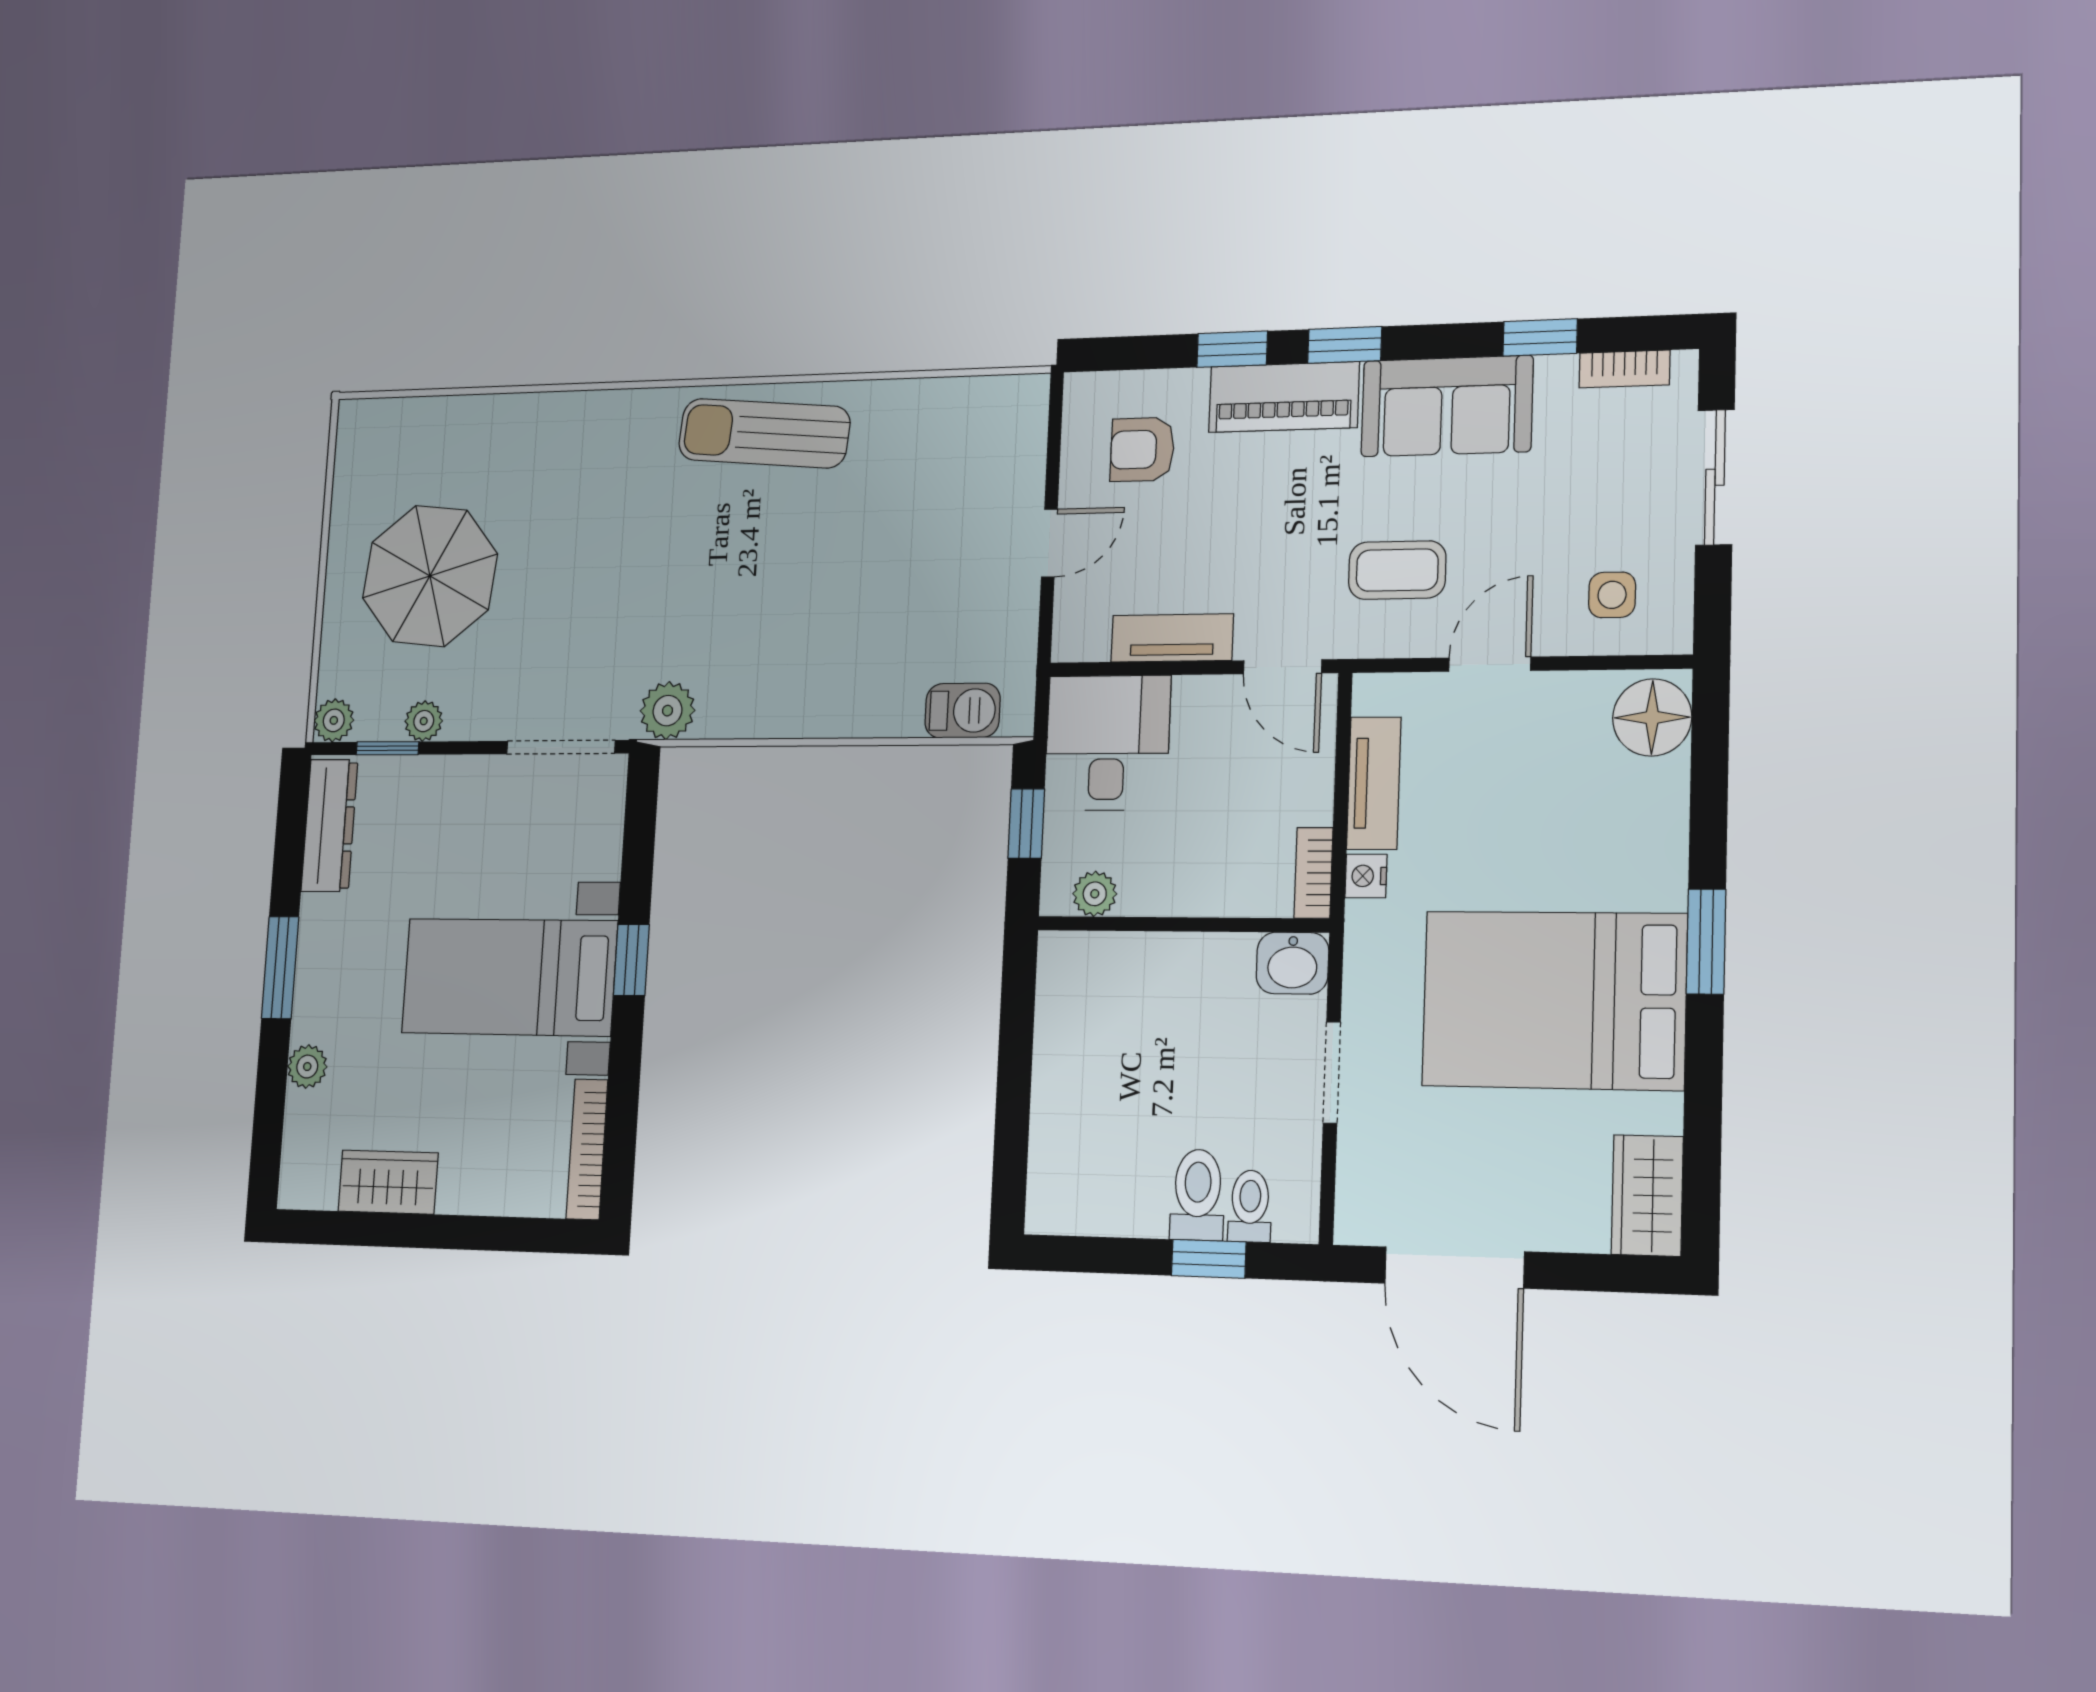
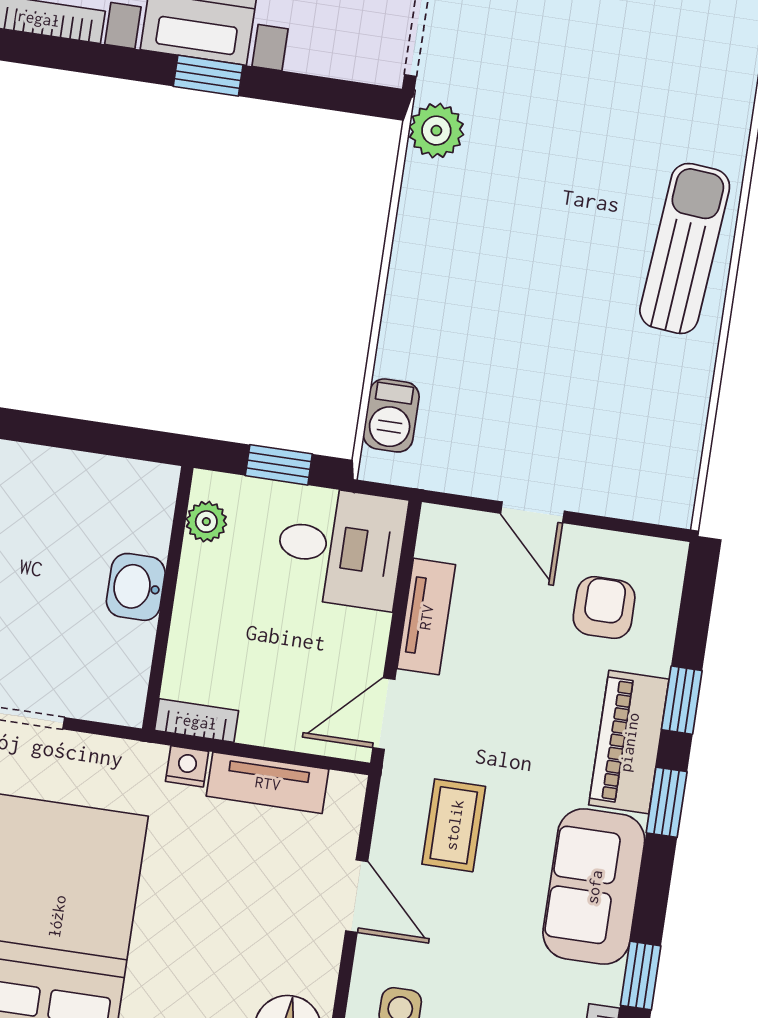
washbasin: (1292, 963) -> (136, 587), moved

